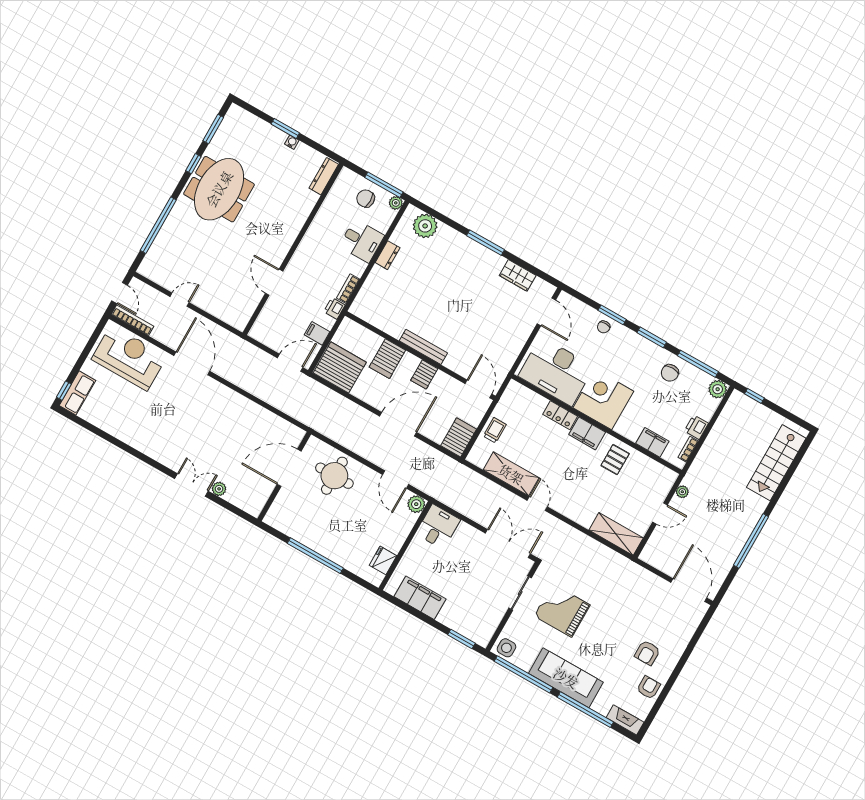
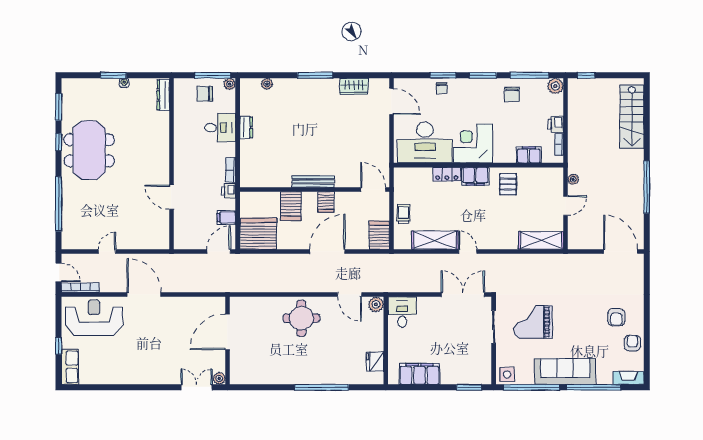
plant: (425, 226) -> (267, 84), width x0.53, depth x0.53
window: (64, 391) -> (59, 346), moved
door: (289, 468) -> (228, 332), moved
wall: (284, 476) -> (228, 341), moved

